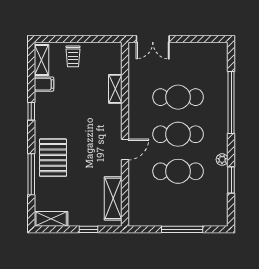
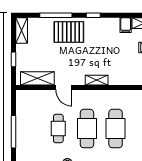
shelving: (115, 89) -> (97, 80), moved
window: (31, 111) -> (93, 15), moved
door: (125, 149) -> (64, 88), moved
cafe table: (178, 171) -> (58, 129), width x0.73, depth x0.74

